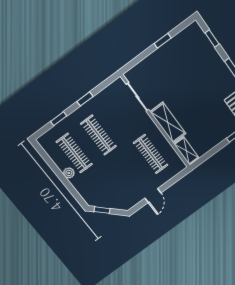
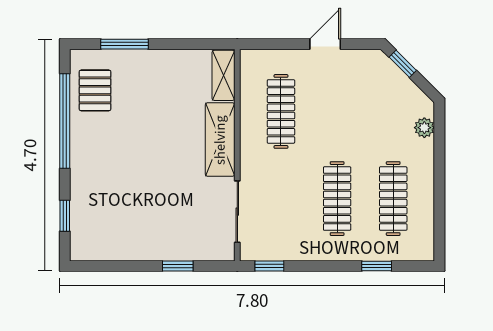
window: (163, 41) -> (178, 266), moved
window: (85, 99) -> (269, 266), moved
plant: (69, 173) -> (424, 128), moved
window: (102, 210) -> (403, 64), moved

